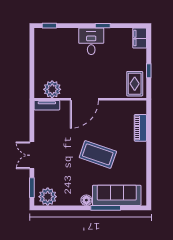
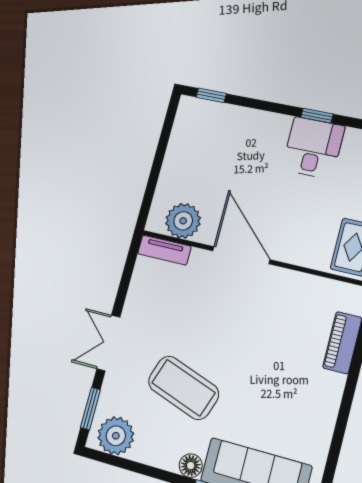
desk: (91, 41) -> (313, 148), moved
door: (84, 99) -> (241, 255), swing flipped
coffee table: (98, 154) -> (183, 388), moved

